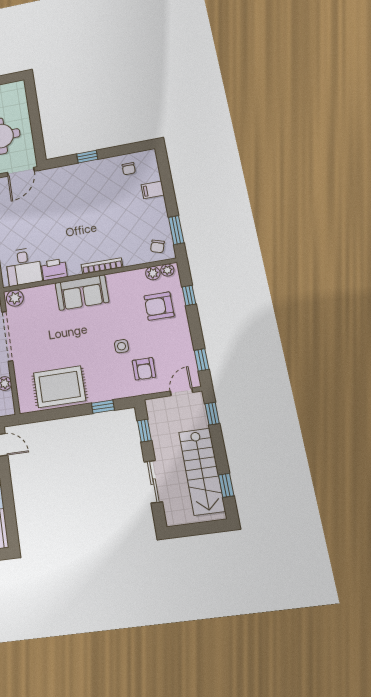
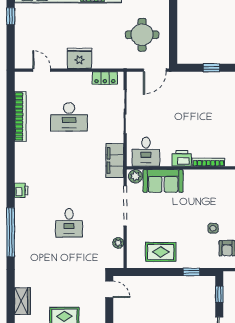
printer: (54, 270) -> (182, 158), moved
sofa: (82, 293) -> (163, 181), moved
rug: (60, 387) -> (161, 252), width x0.73, depth x0.70

